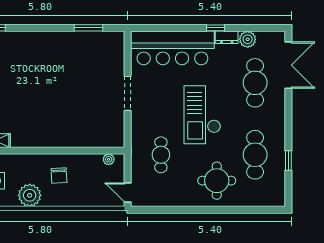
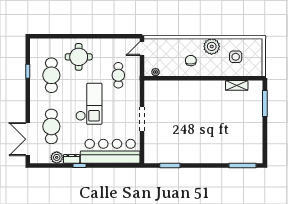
door: (128, 192) -> (142, 48), swing flipped

